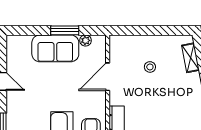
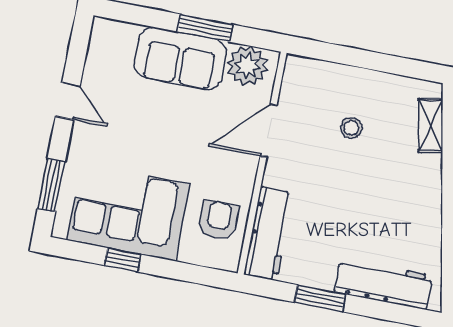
plant: (86, 40) -> (247, 66), width x1.88, depth x1.88

